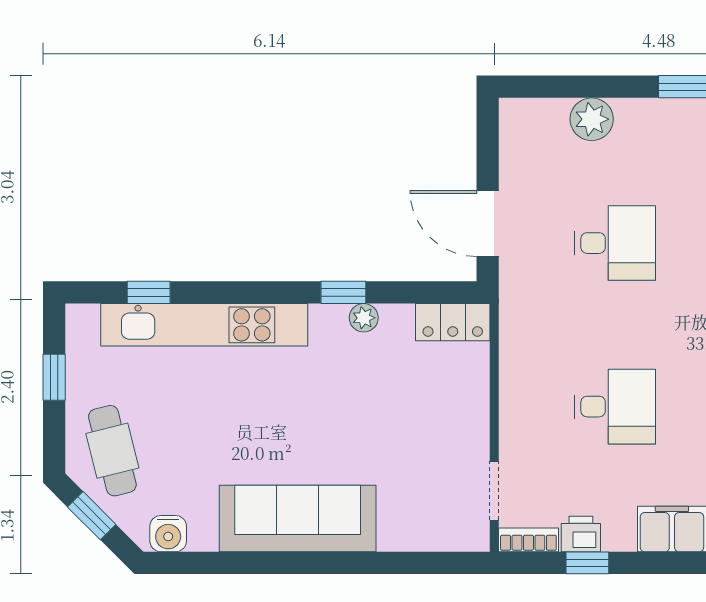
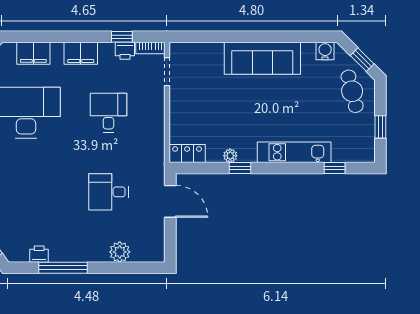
kitchen unit: (204, 325) -> (294, 152), width x0.73
desk: (615, 407) -> (108, 113), turned 90

